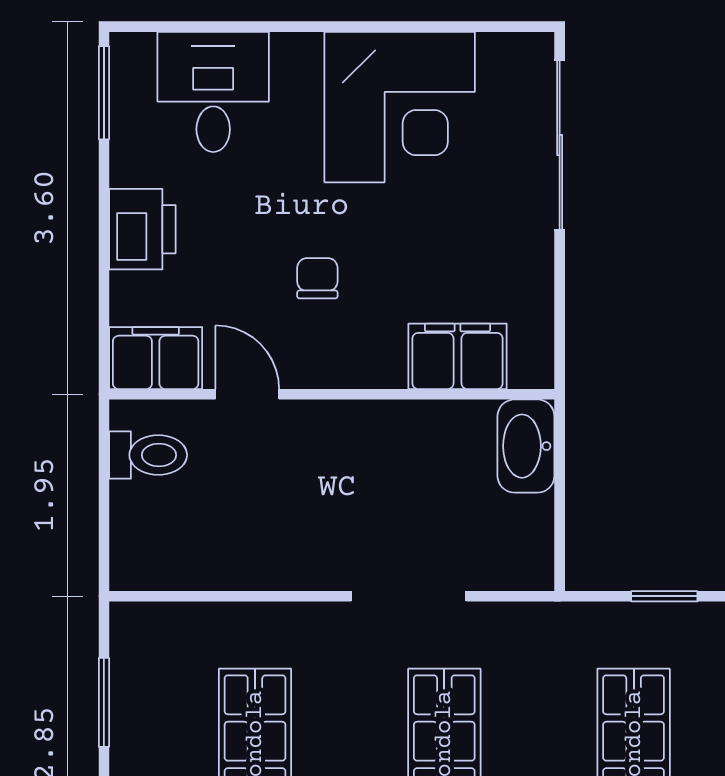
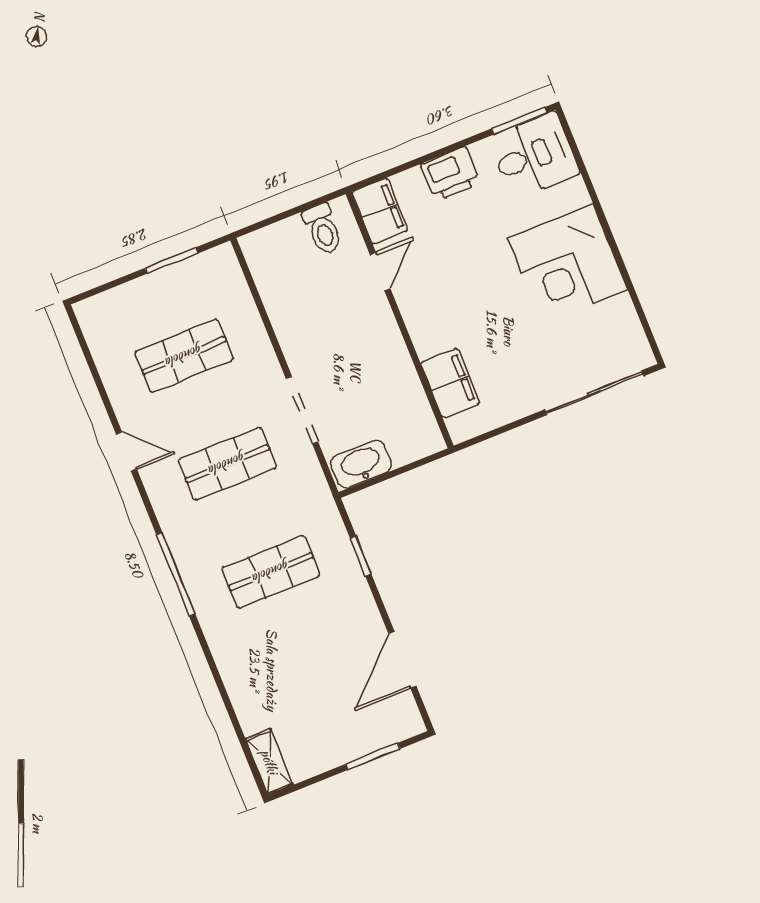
desk: (213, 92) -> (534, 155), moved
corner desk: (400, 107) -> (568, 264), moved
chair: (317, 278) -> (463, 285), removed
washbasin: (526, 446) -> (361, 464), moved

